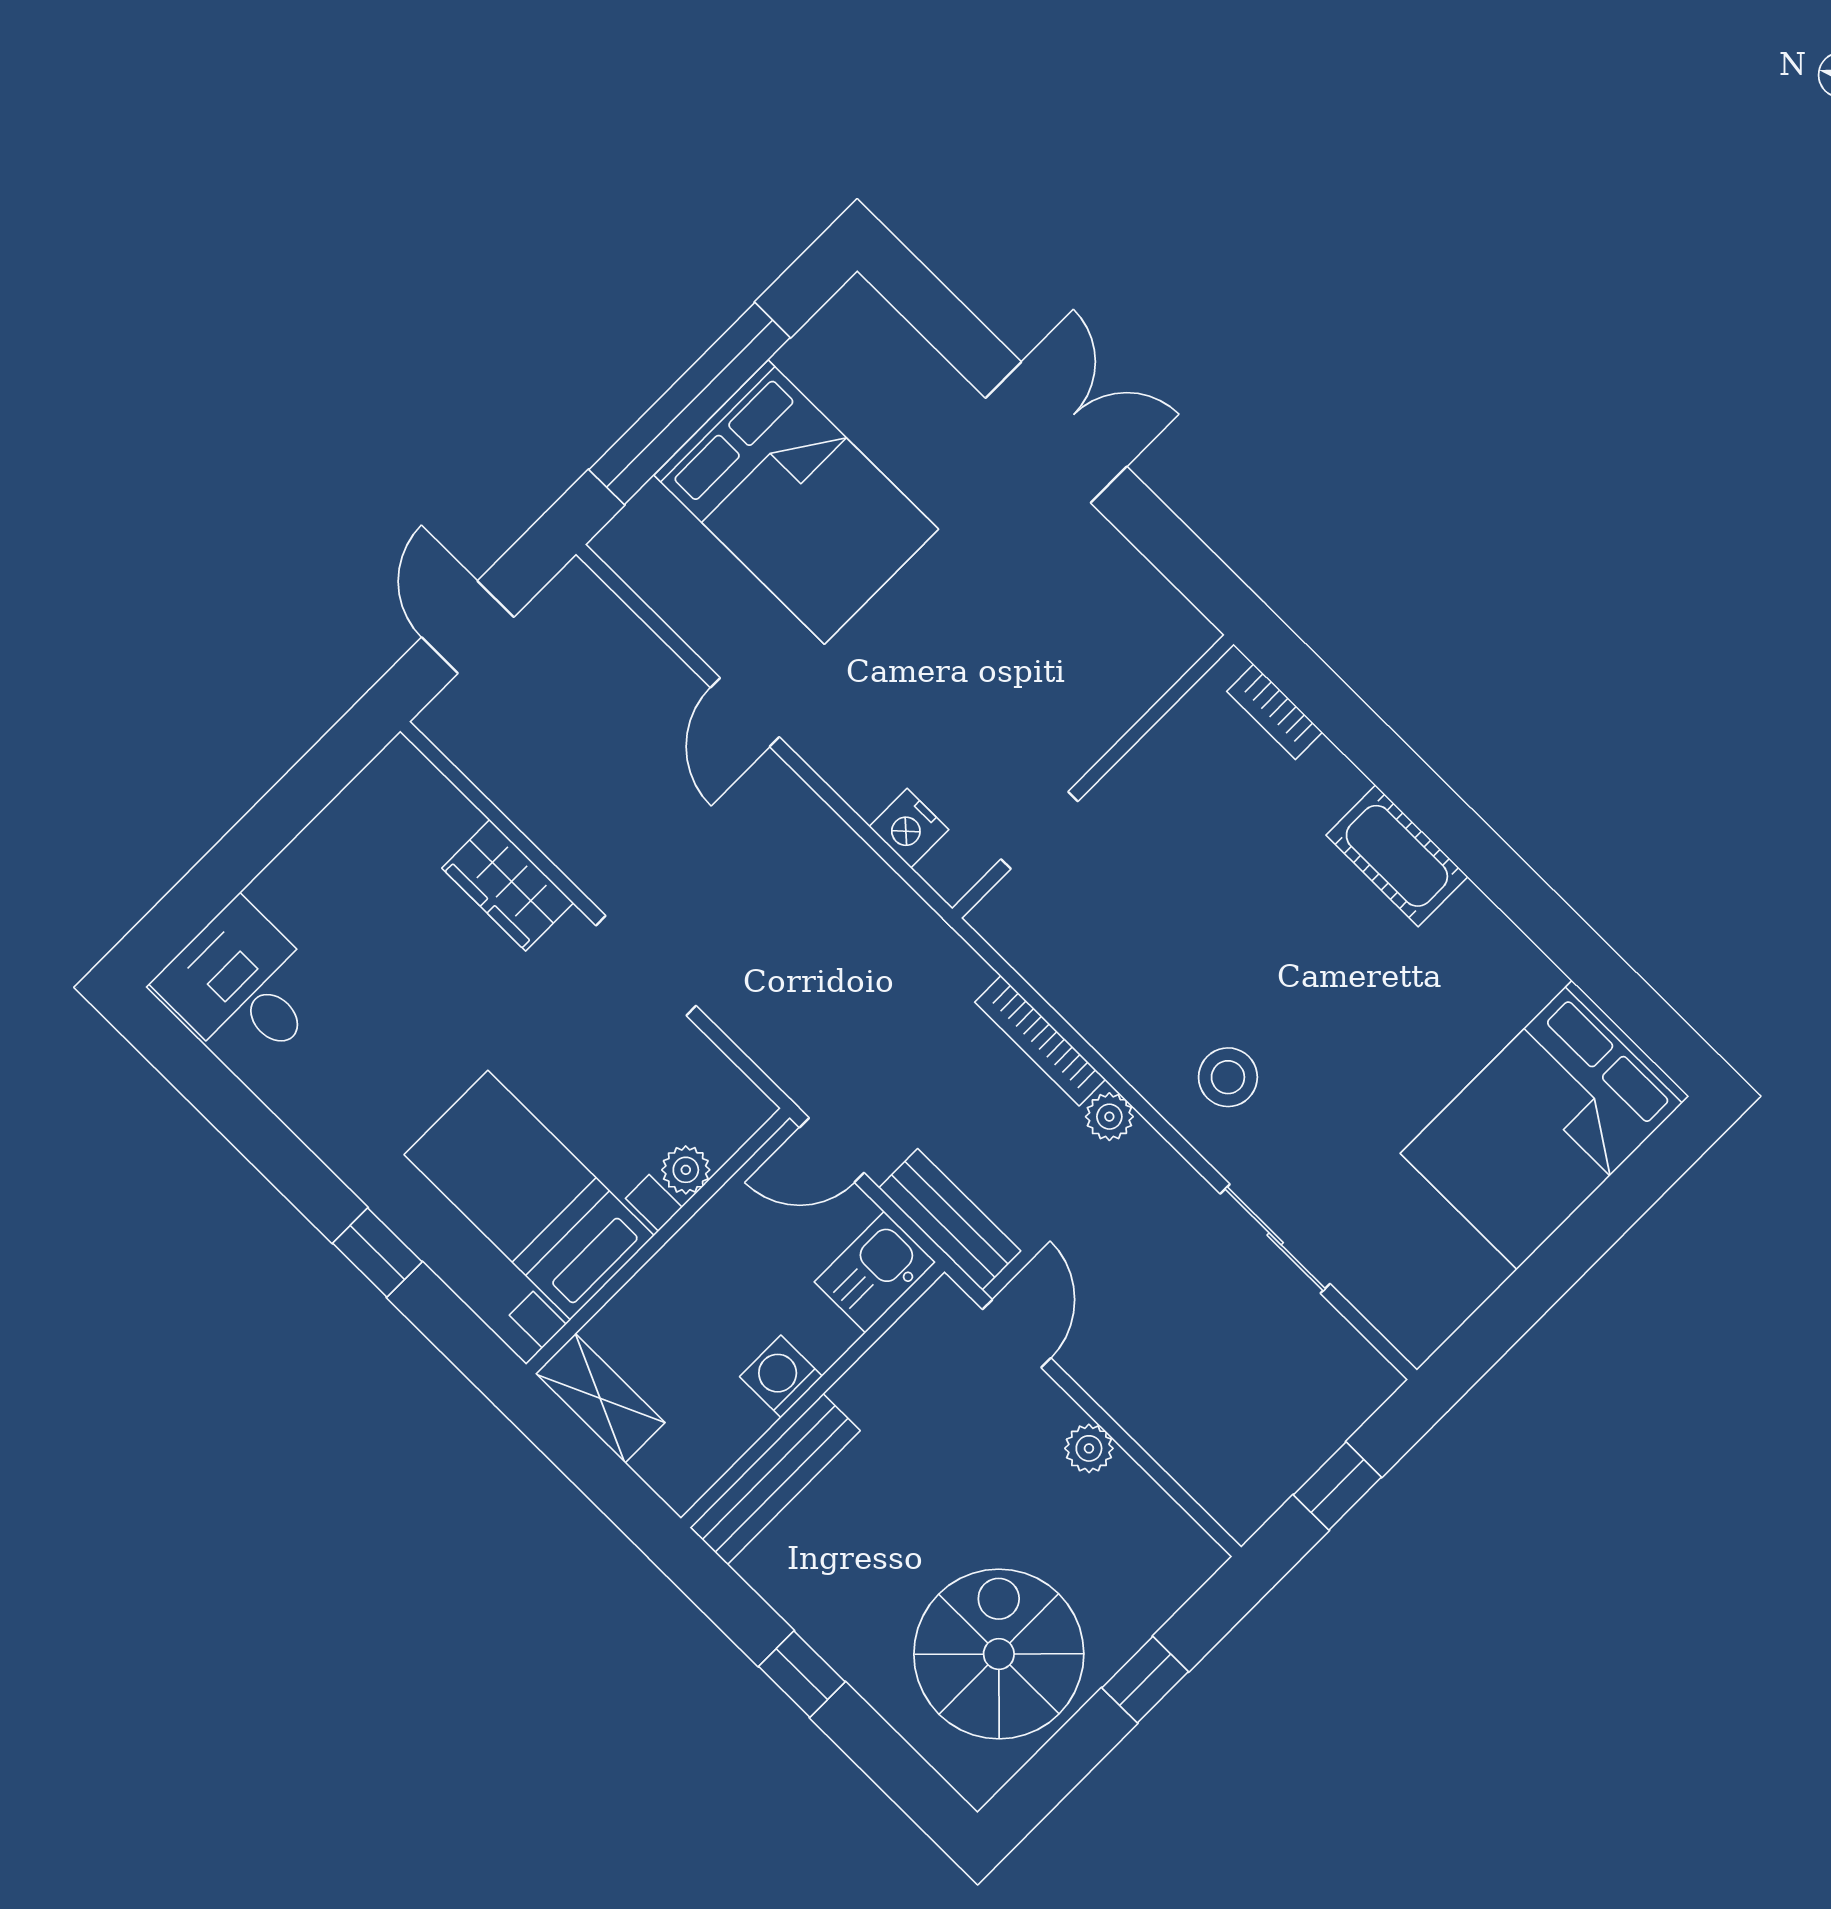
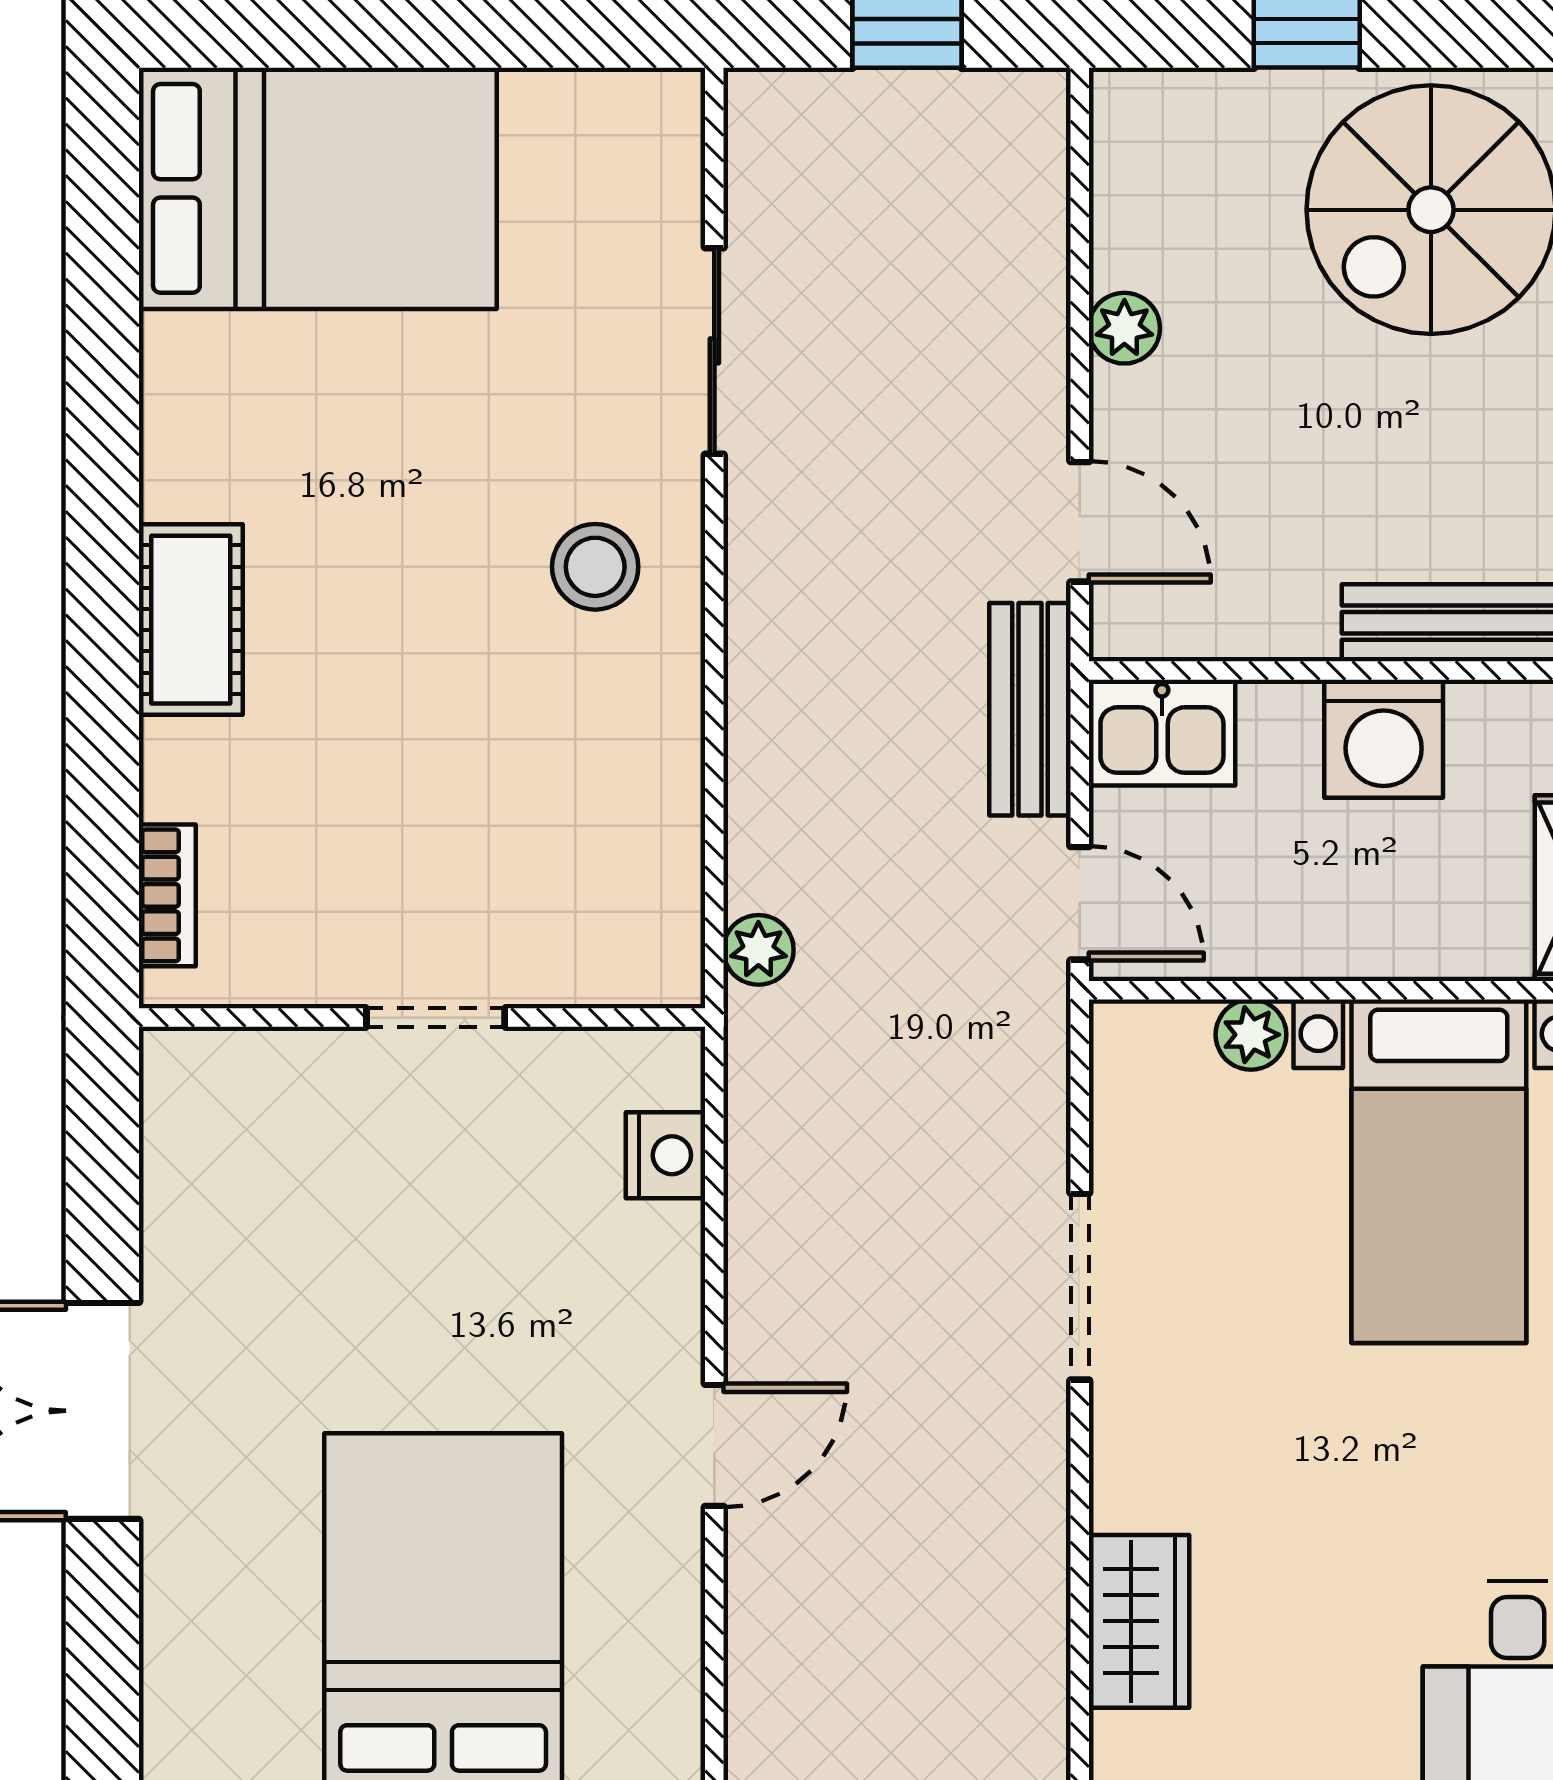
doorway: (1039, 830) -> (436, 1018), moved
wardrobe: (508, 885) -> (1139, 1621), moved
bookcase: (1040, 1041) -> (751, 800), removed
plant: (1109, 1117) -> (758, 950), moved
door: (1017, 1334) -> (1080, 522), swing flipped
washing machine: (781, 1376) -> (1384, 739), width x1.38, depth x1.38

